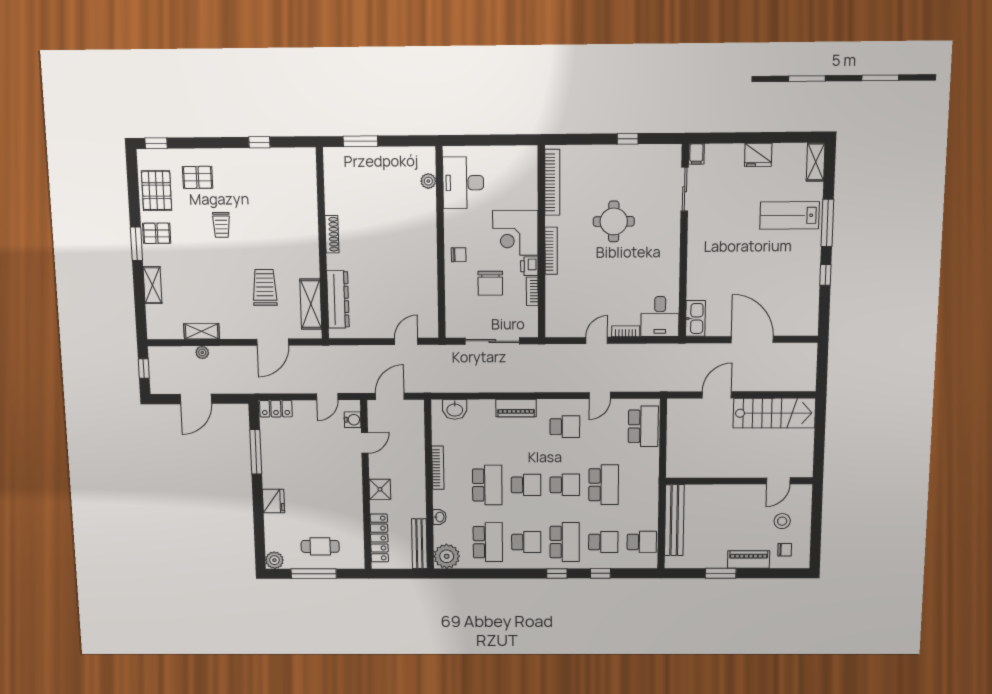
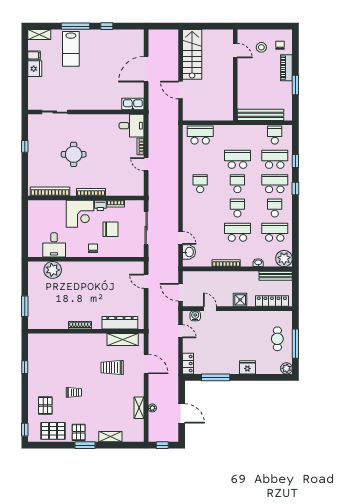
filing cabinet: (696, 154) -> (34, 55), moved
plant: (428, 181) -> (53, 270), width x1.88, depth x1.88
desk: (463, 183) -> (54, 245), width x0.73
door: (600, 395) -> (181, 238), moved
piano: (516, 408) -> (188, 214), removed
school desk: (603, 542) -> (275, 159), width x1.85

